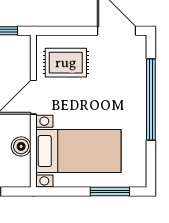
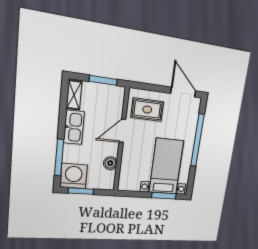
bed with nightstands: (78, 151) -> (166, 167), moved, turned -90

